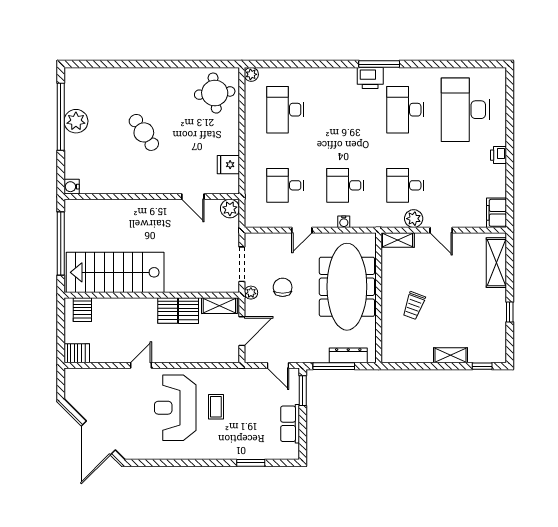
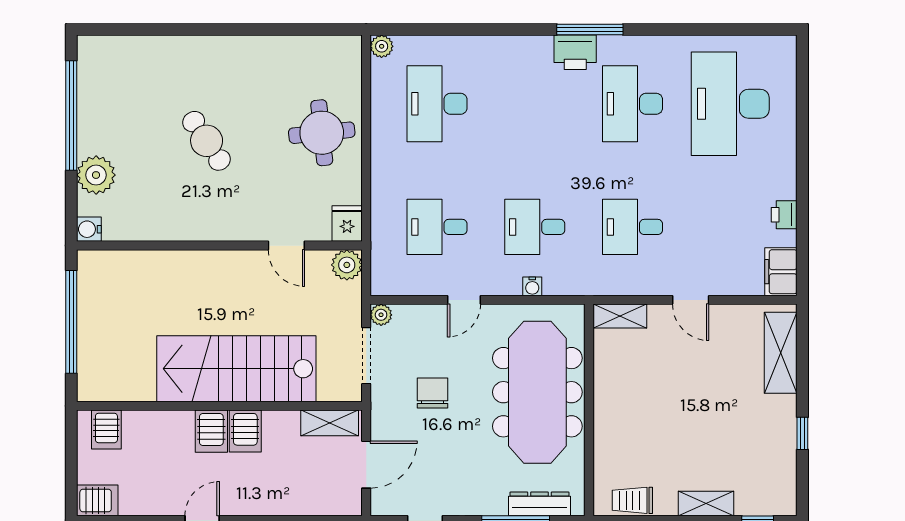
round table: (215, 93) -> (322, 133), moved
plant: (76, 121) -> (96, 175), moved
printer: (498, 155) -> (784, 215), moved
fridge: (228, 165) -> (347, 224), moved, turned 90
plant: (414, 219) -> (646, 281), removed
stairs: (115, 272) -> (236, 369), moved
plant: (251, 293) -> (381, 315), moved
trolley: (414, 306) -> (632, 500), moved, turned 70
server rack: (188, 311) -> (211, 431), moved

